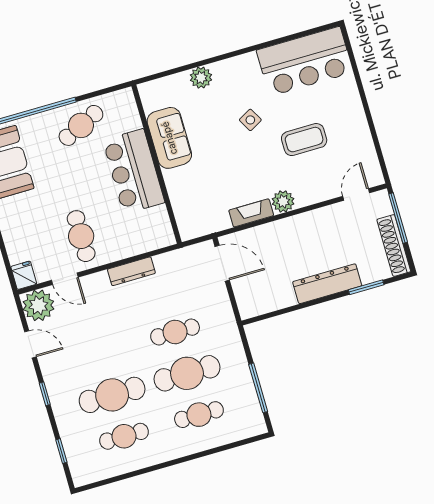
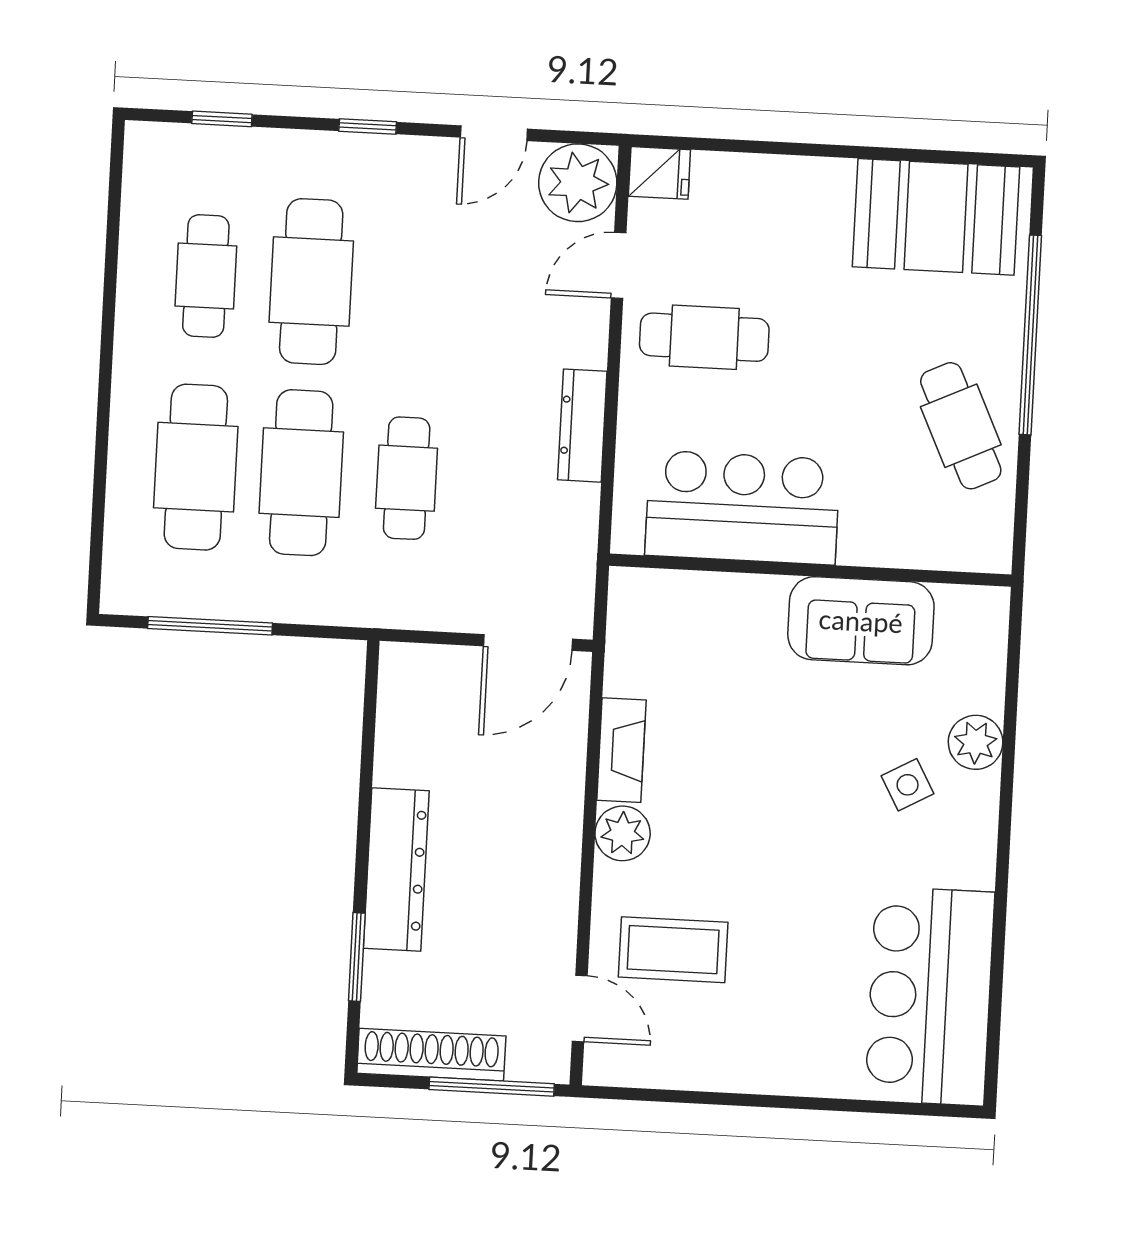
side table: (250, 120) -> (908, 785), moved
coffee table: (304, 140) -> (673, 950), moved, turned 90
bar counter: (134, 171) -> (743, 507), moved
cafe table: (199, 415) -> (196, 467), width x1.37, depth x1.35

